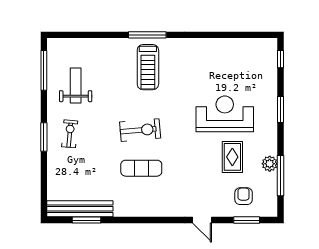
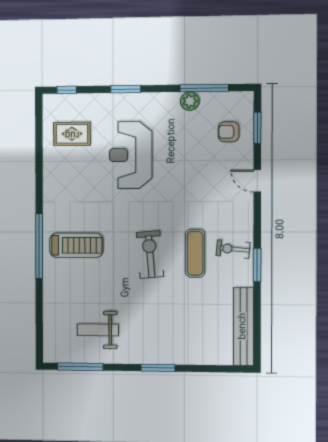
window: (147, 35) -> (39, 246), width x1.46
exercise bike: (70, 134) -> (233, 249), moved
rug: (232, 157) -> (72, 134), moved
window: (86, 220) -> (257, 265), moved
door: (202, 220) -> (257, 181), swing flipped

